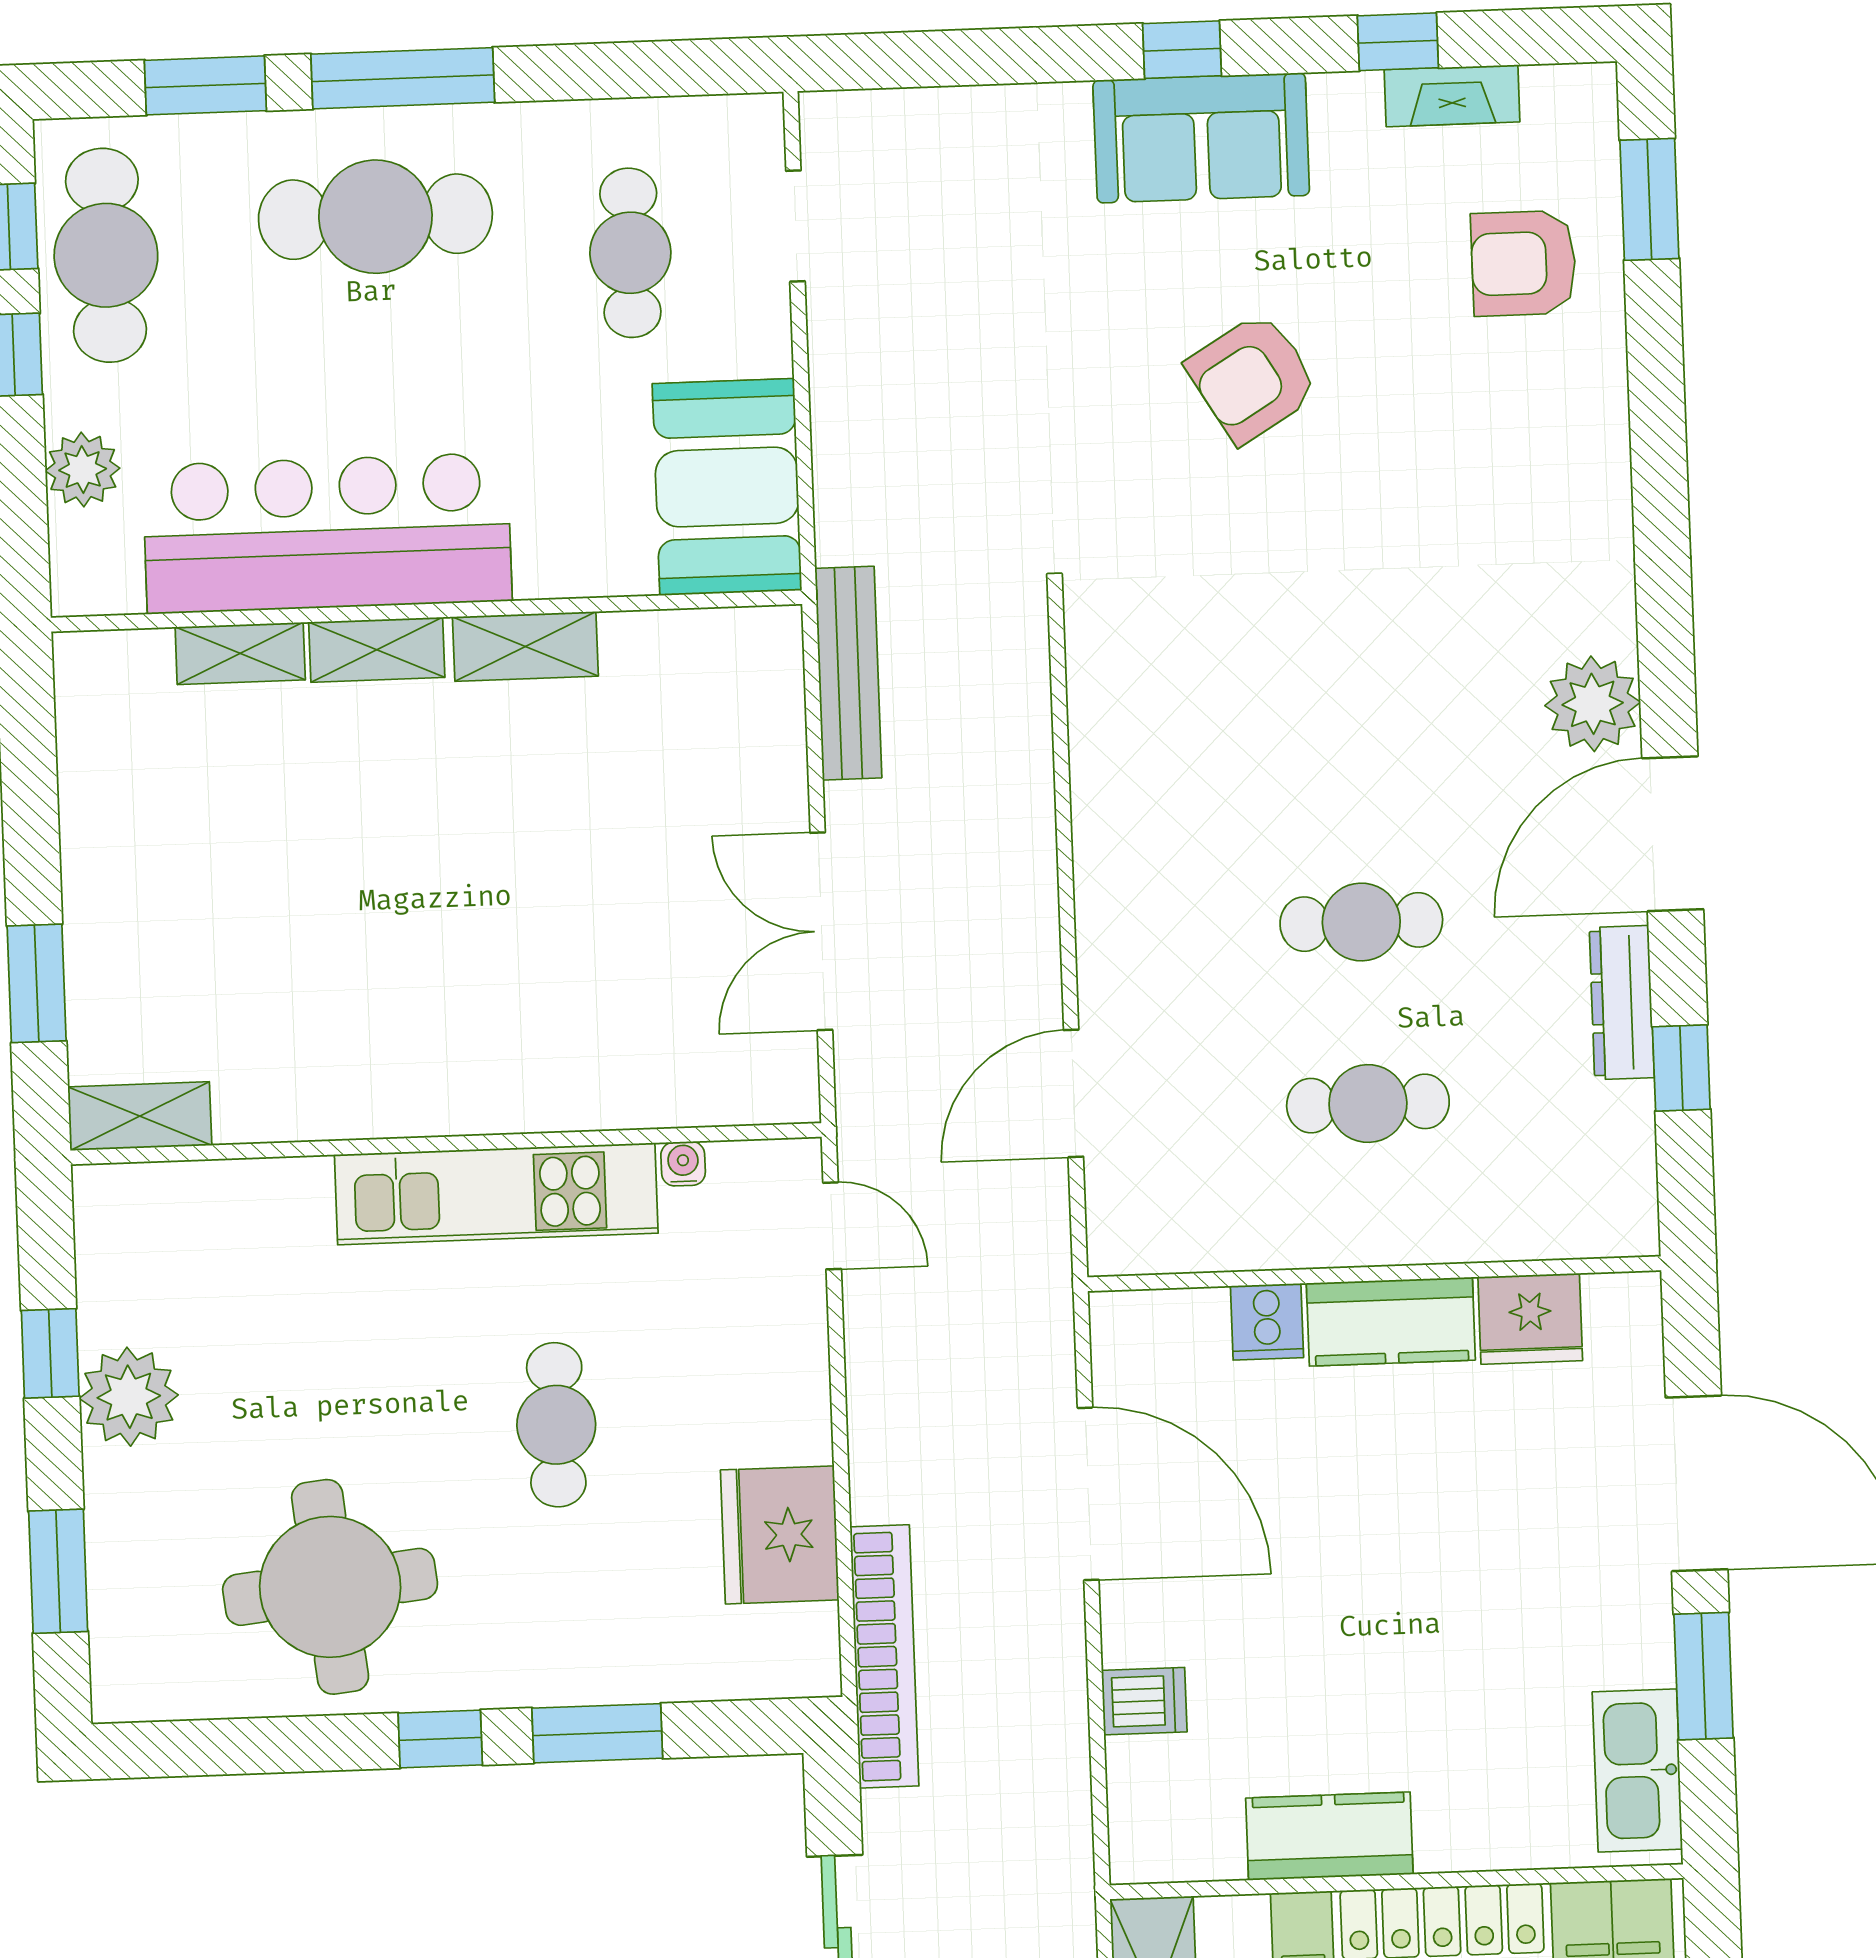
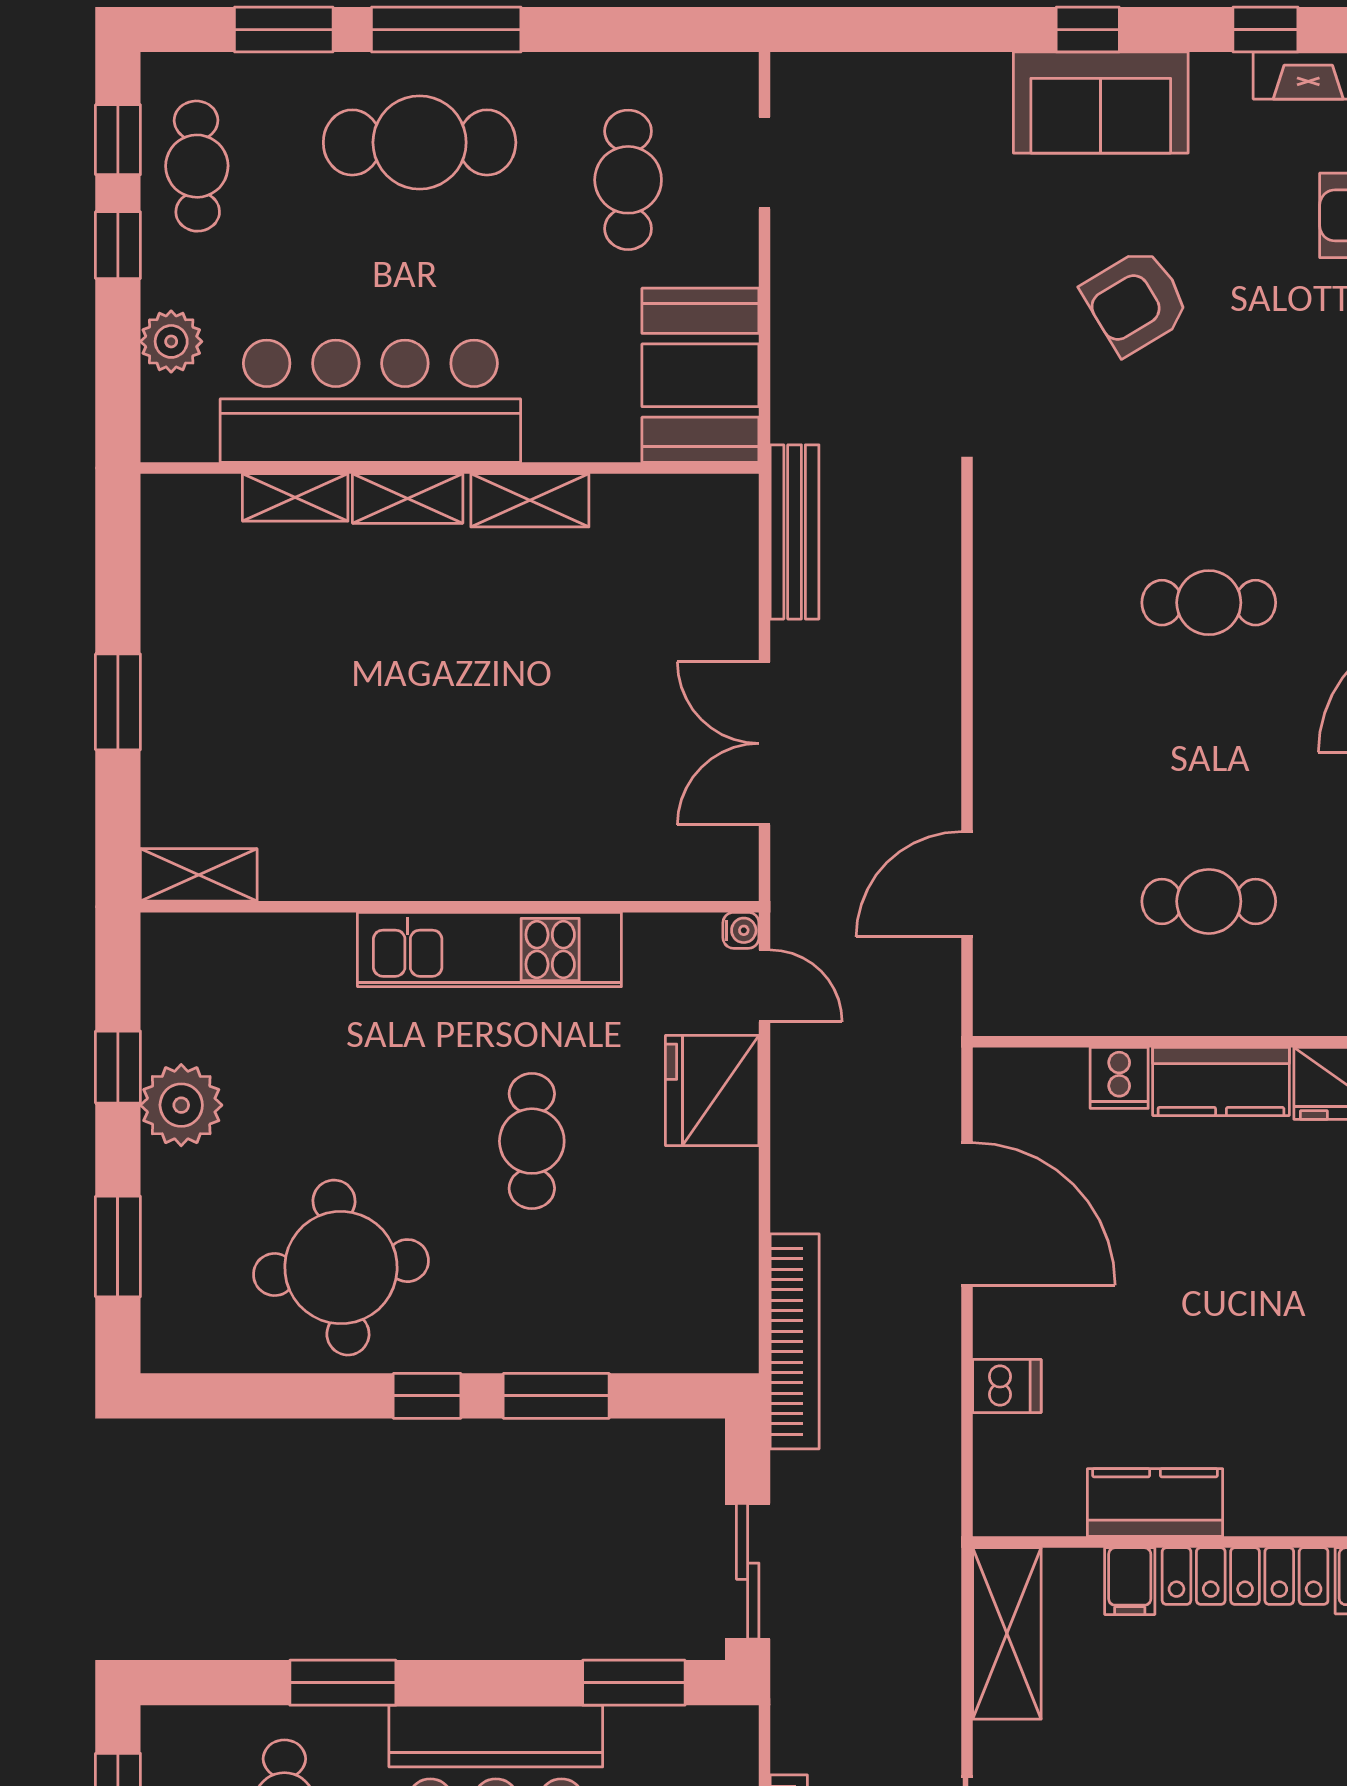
cafe table: (106, 255) -> (197, 166), width x0.73, depth x0.74
cafe table: (1361, 922) -> (1209, 603), moved
window: (37, 983) -> (118, 702), moved
water cooler: (683, 1164) -> (741, 930), moved, turned 90
fridge: (780, 1535) -> (712, 1090), moved

